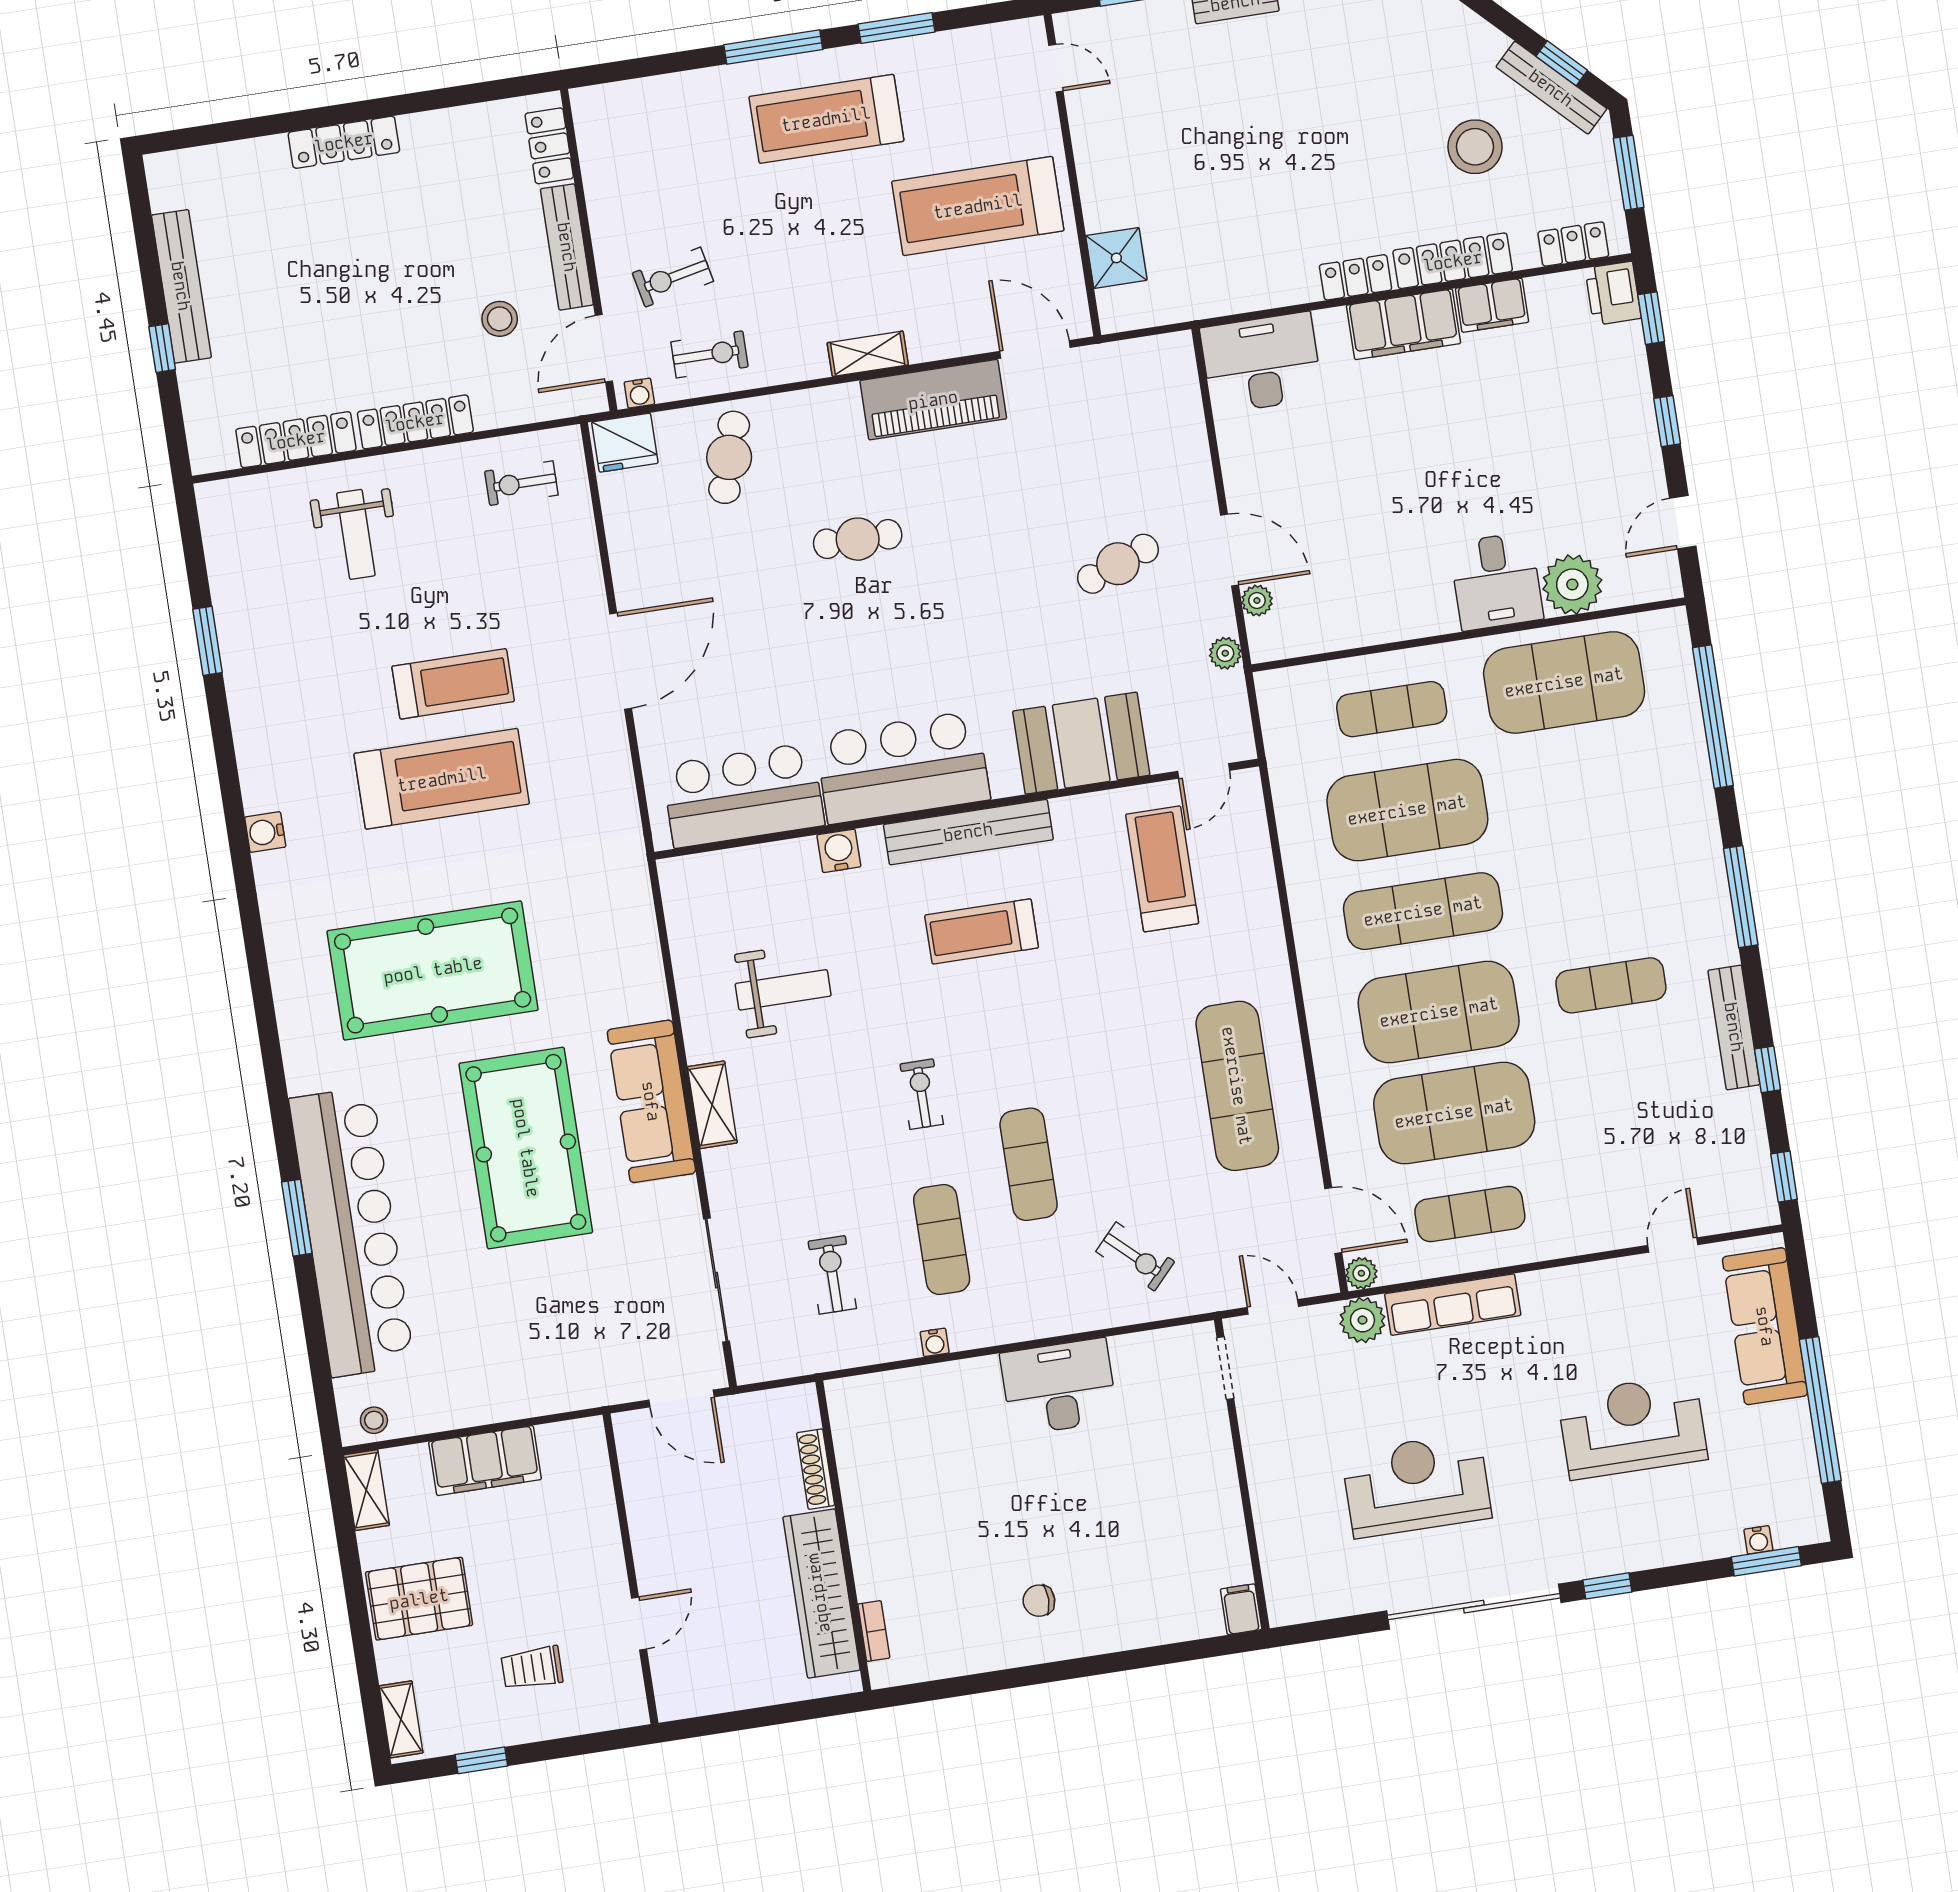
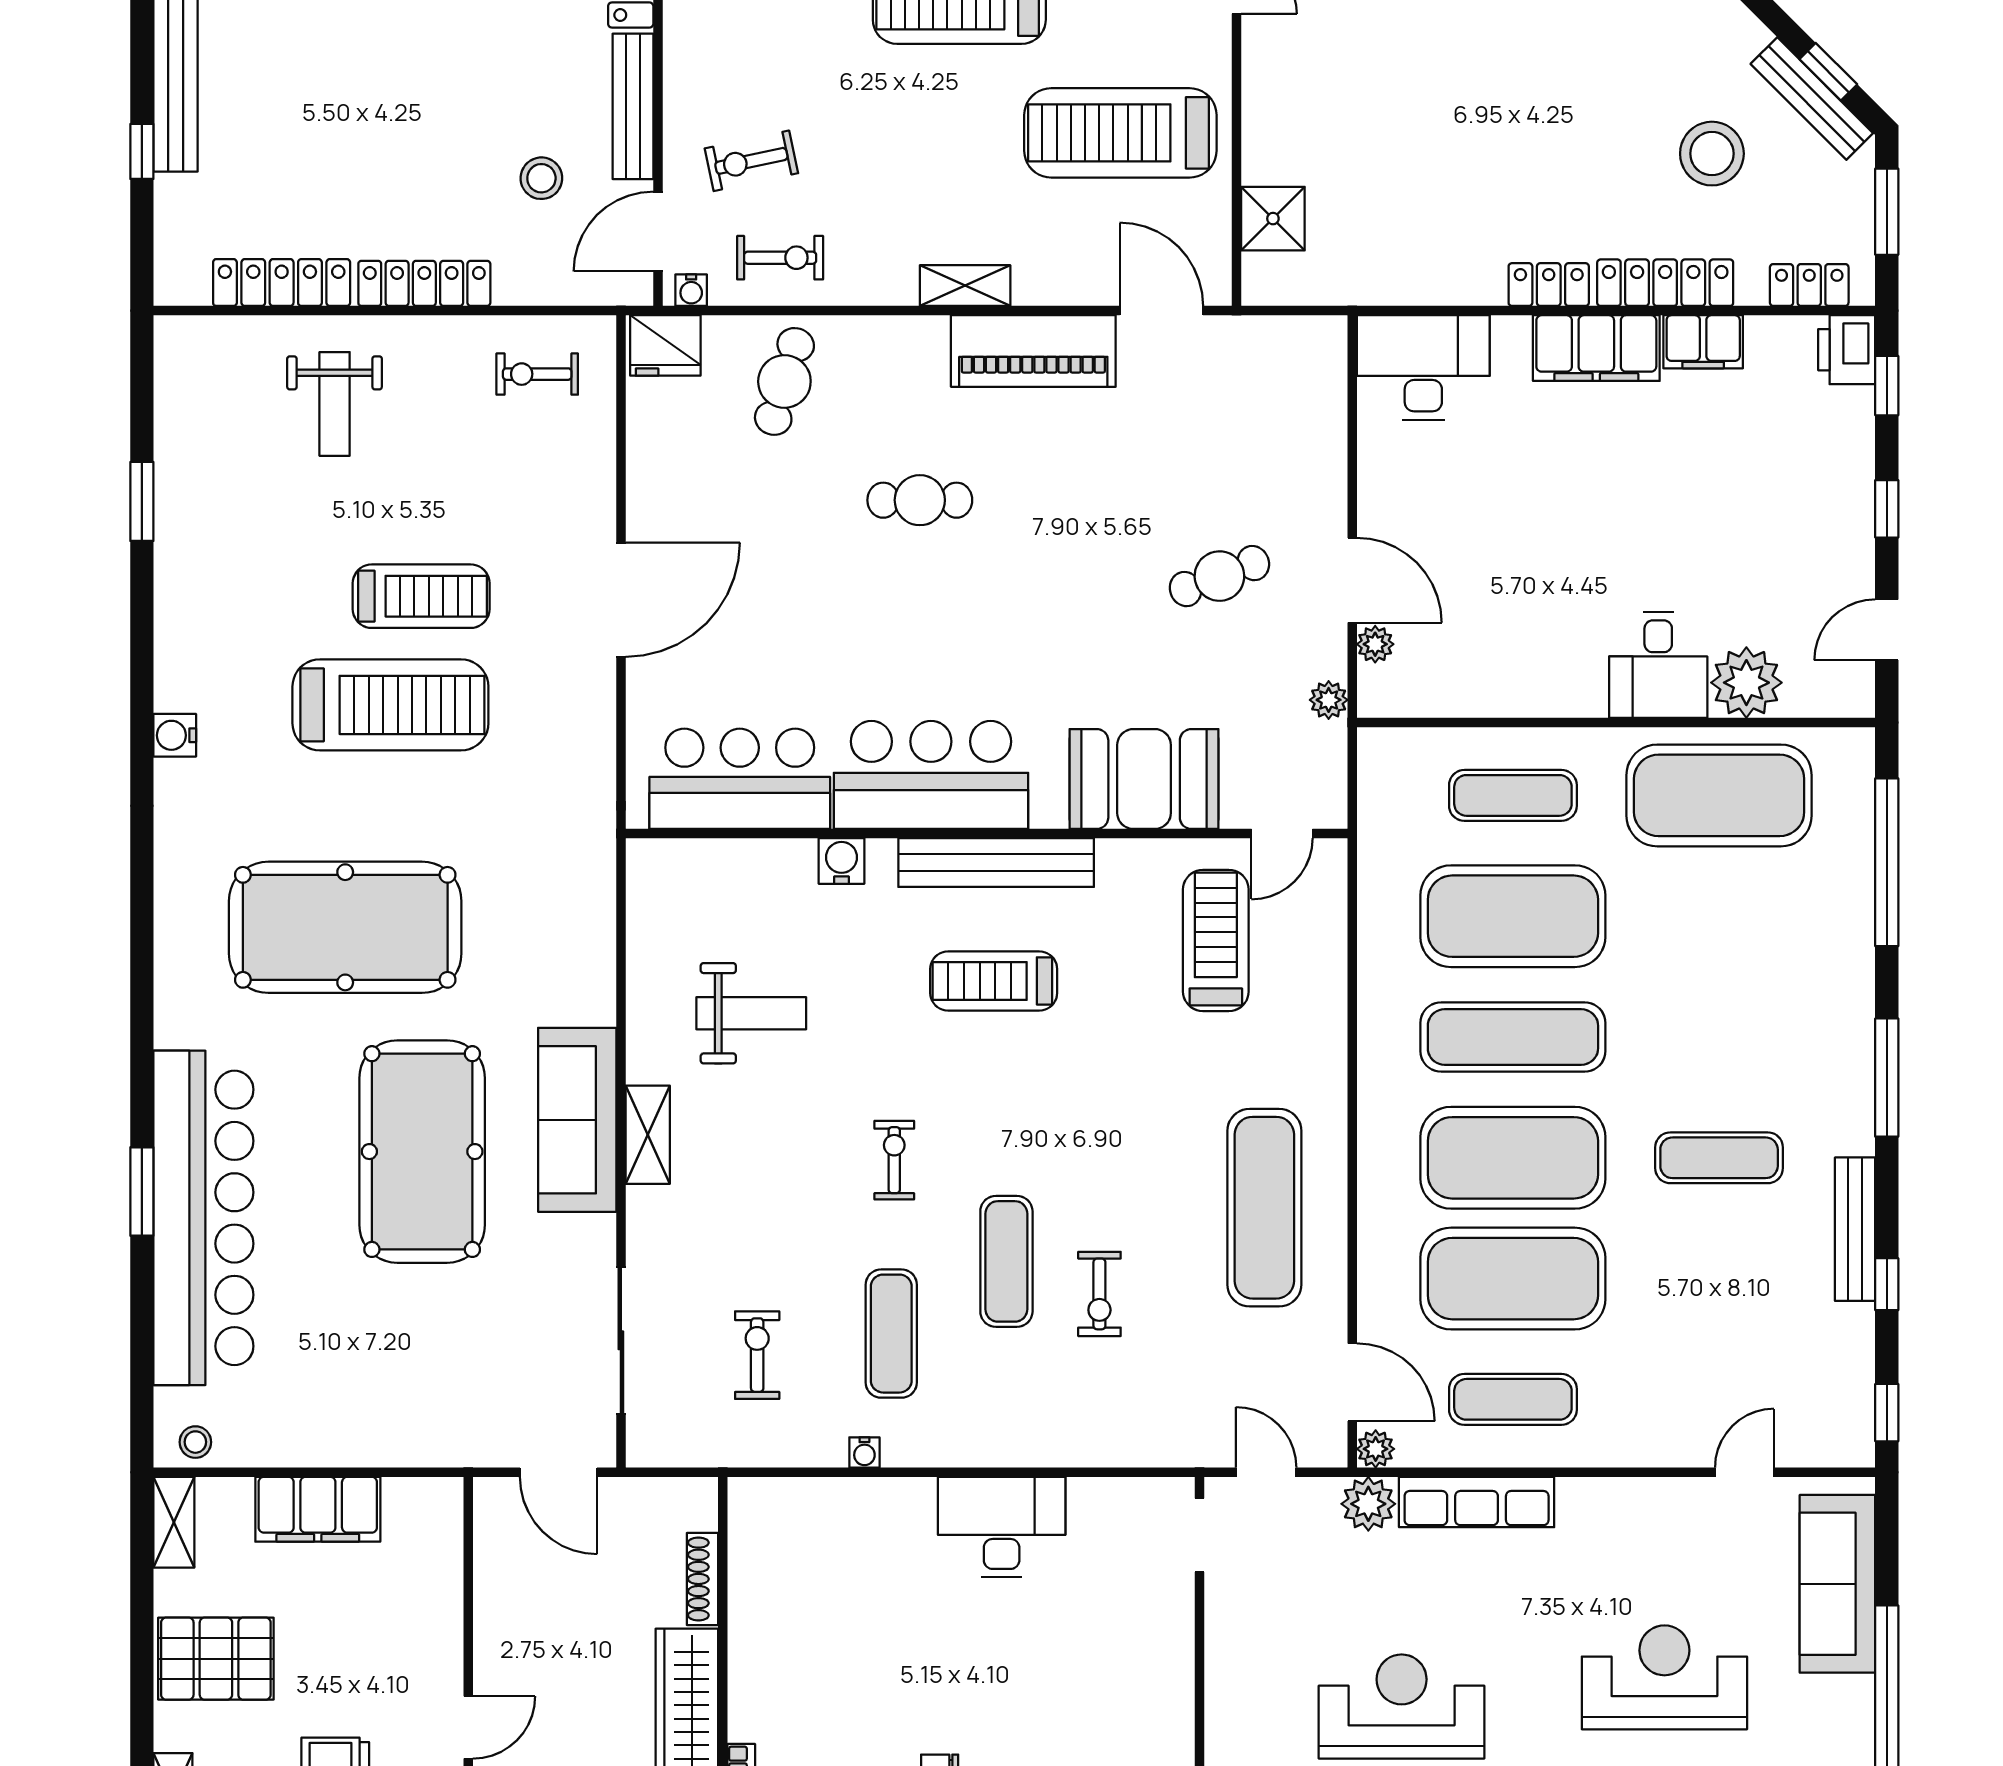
exercise bike: (1135, 1257) -> (1099, 1294), moved, turned 47

